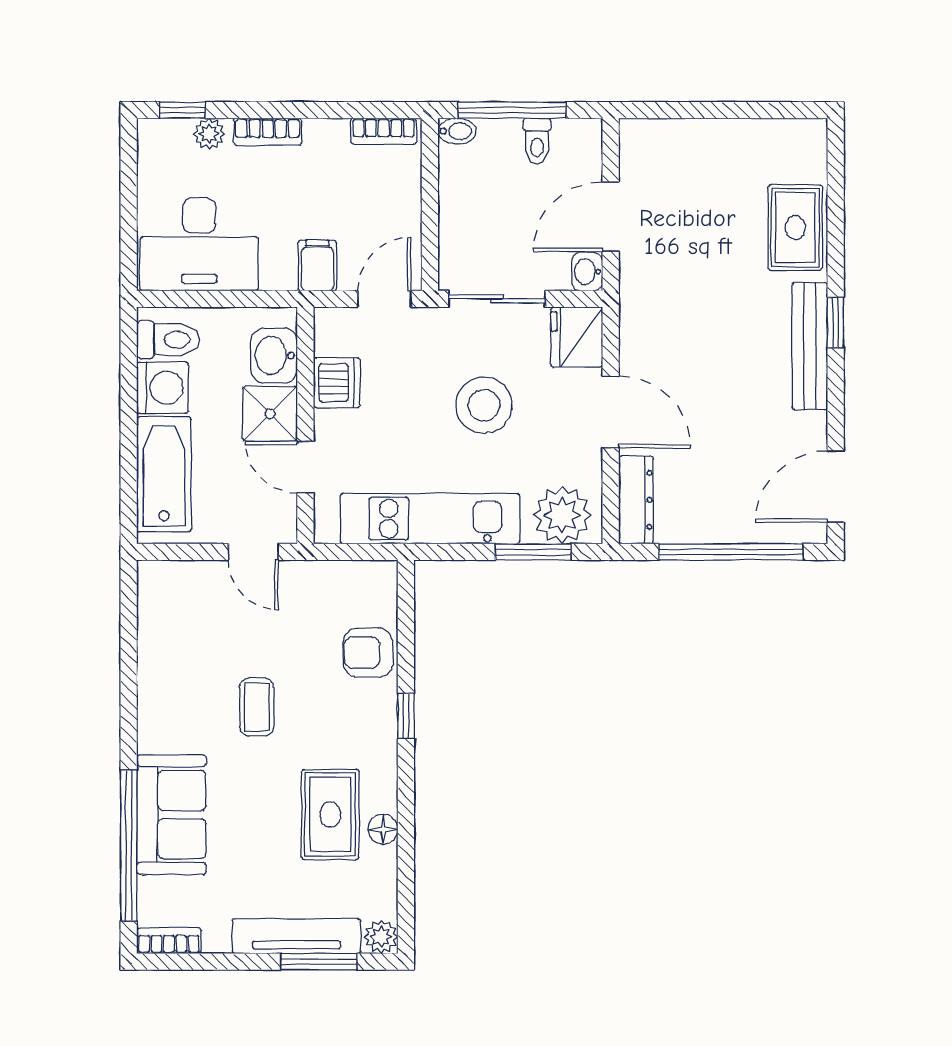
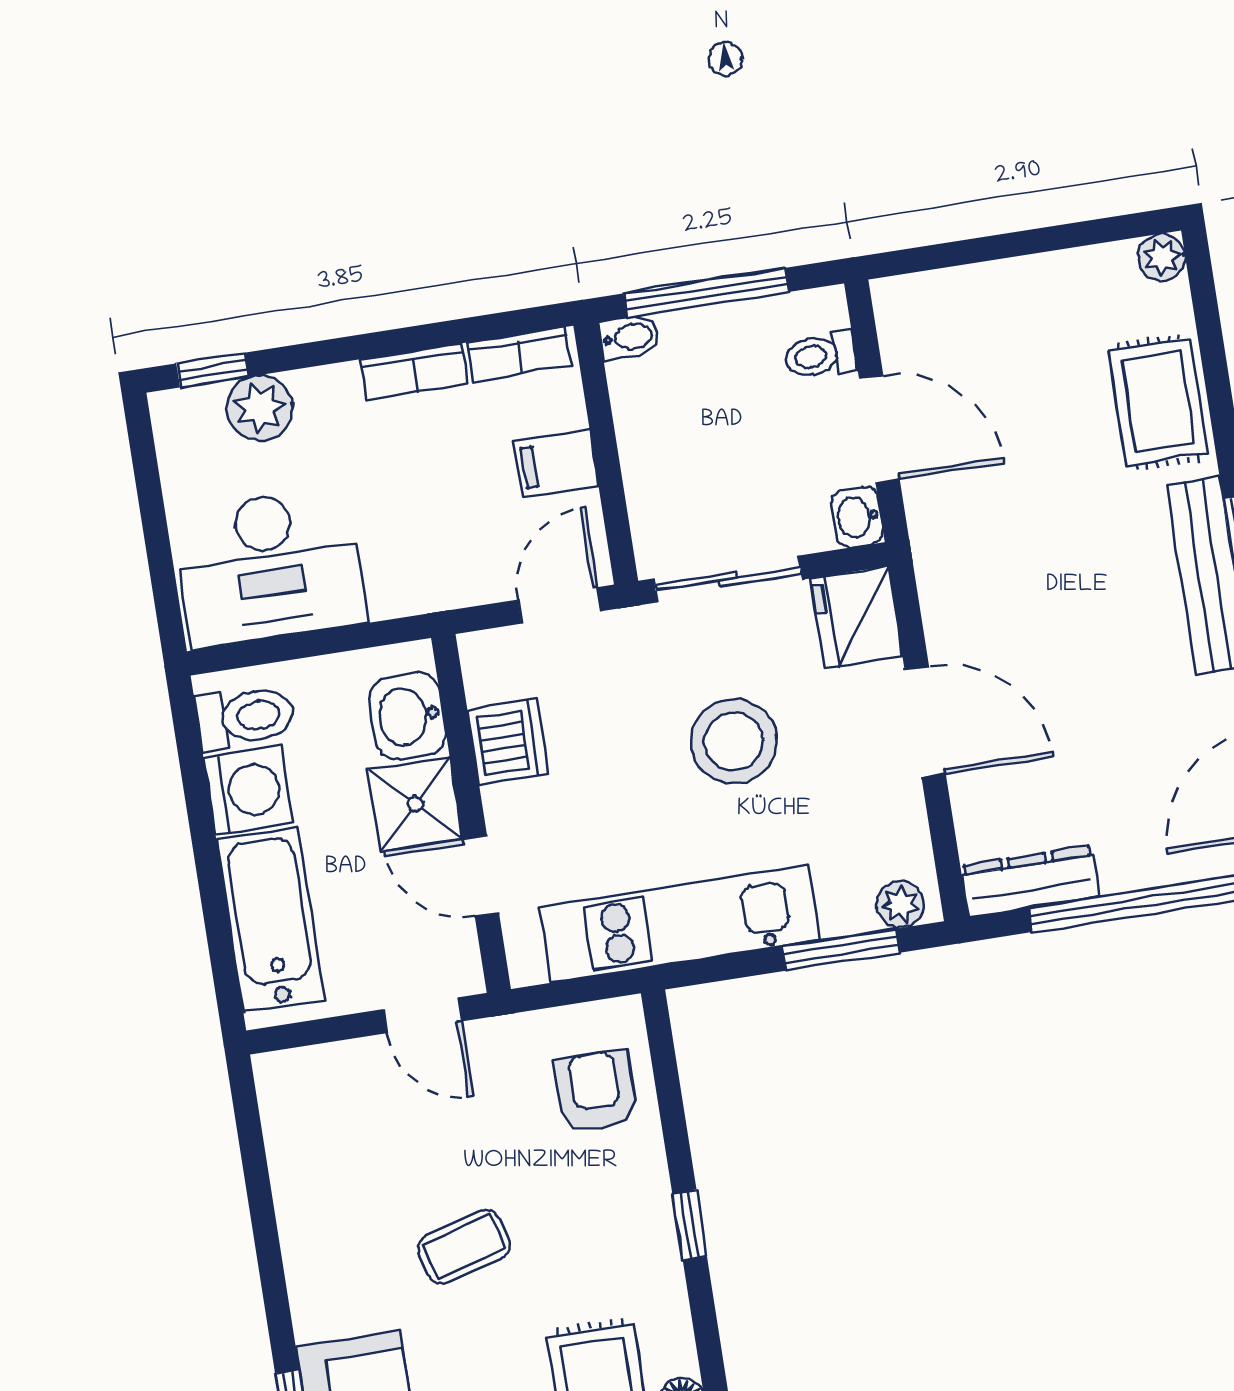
bookcase: (268, 132) -> (415, 371), moved
plant: (209, 134) -> (260, 408), width x1.38, depth x1.38
plant: (812, 134) -> (1162, 257), added
toilet: (537, 141) -> (820, 355), moved, turned 90
door: (611, 217) -> (879, 429), swing flipped
filing cabinet: (317, 266) -> (556, 463), moved, turned -90
dresser: (636, 500) -> (1030, 881), moved, turned -90
plant: (562, 515) -> (900, 904), width x0.53, depth x0.53
armchair: (368, 653) -> (596, 1091), moved, turned 90
coffee table: (257, 707) -> (464, 1247), turned 74

